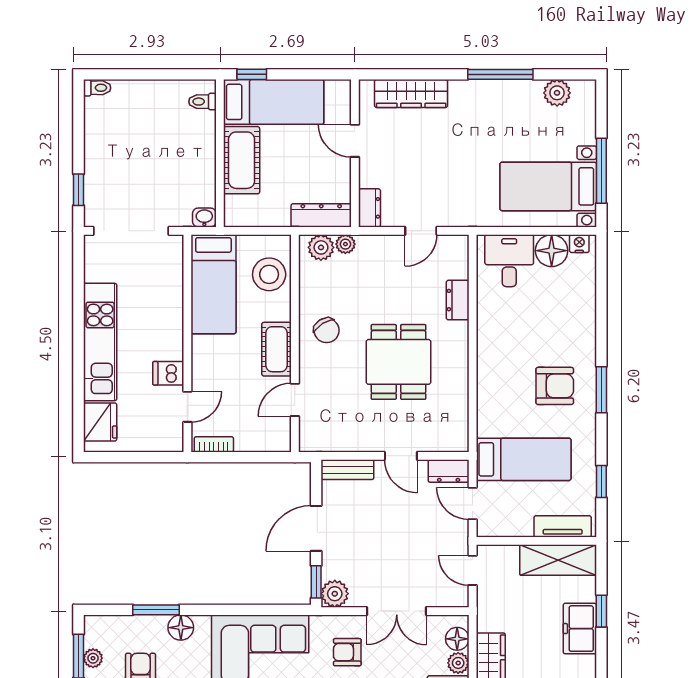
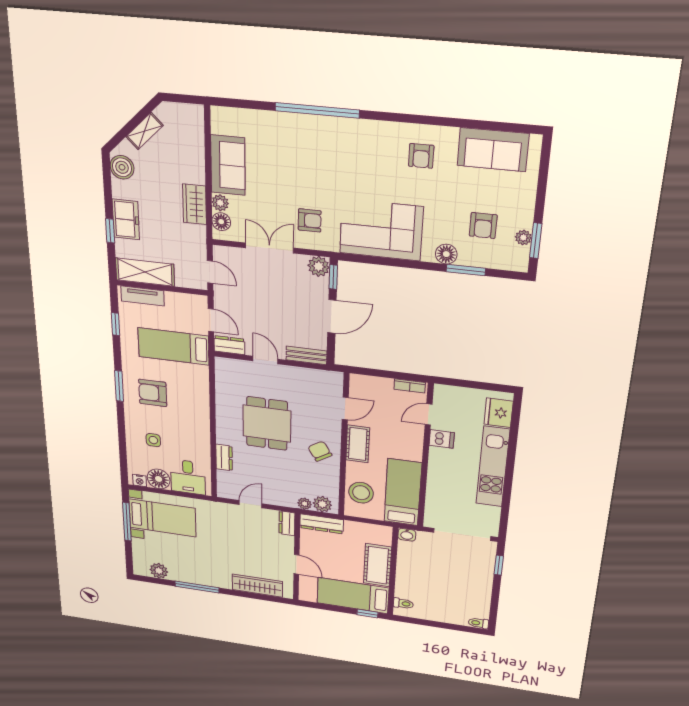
side table: (557, 312) -> (153, 440), added

